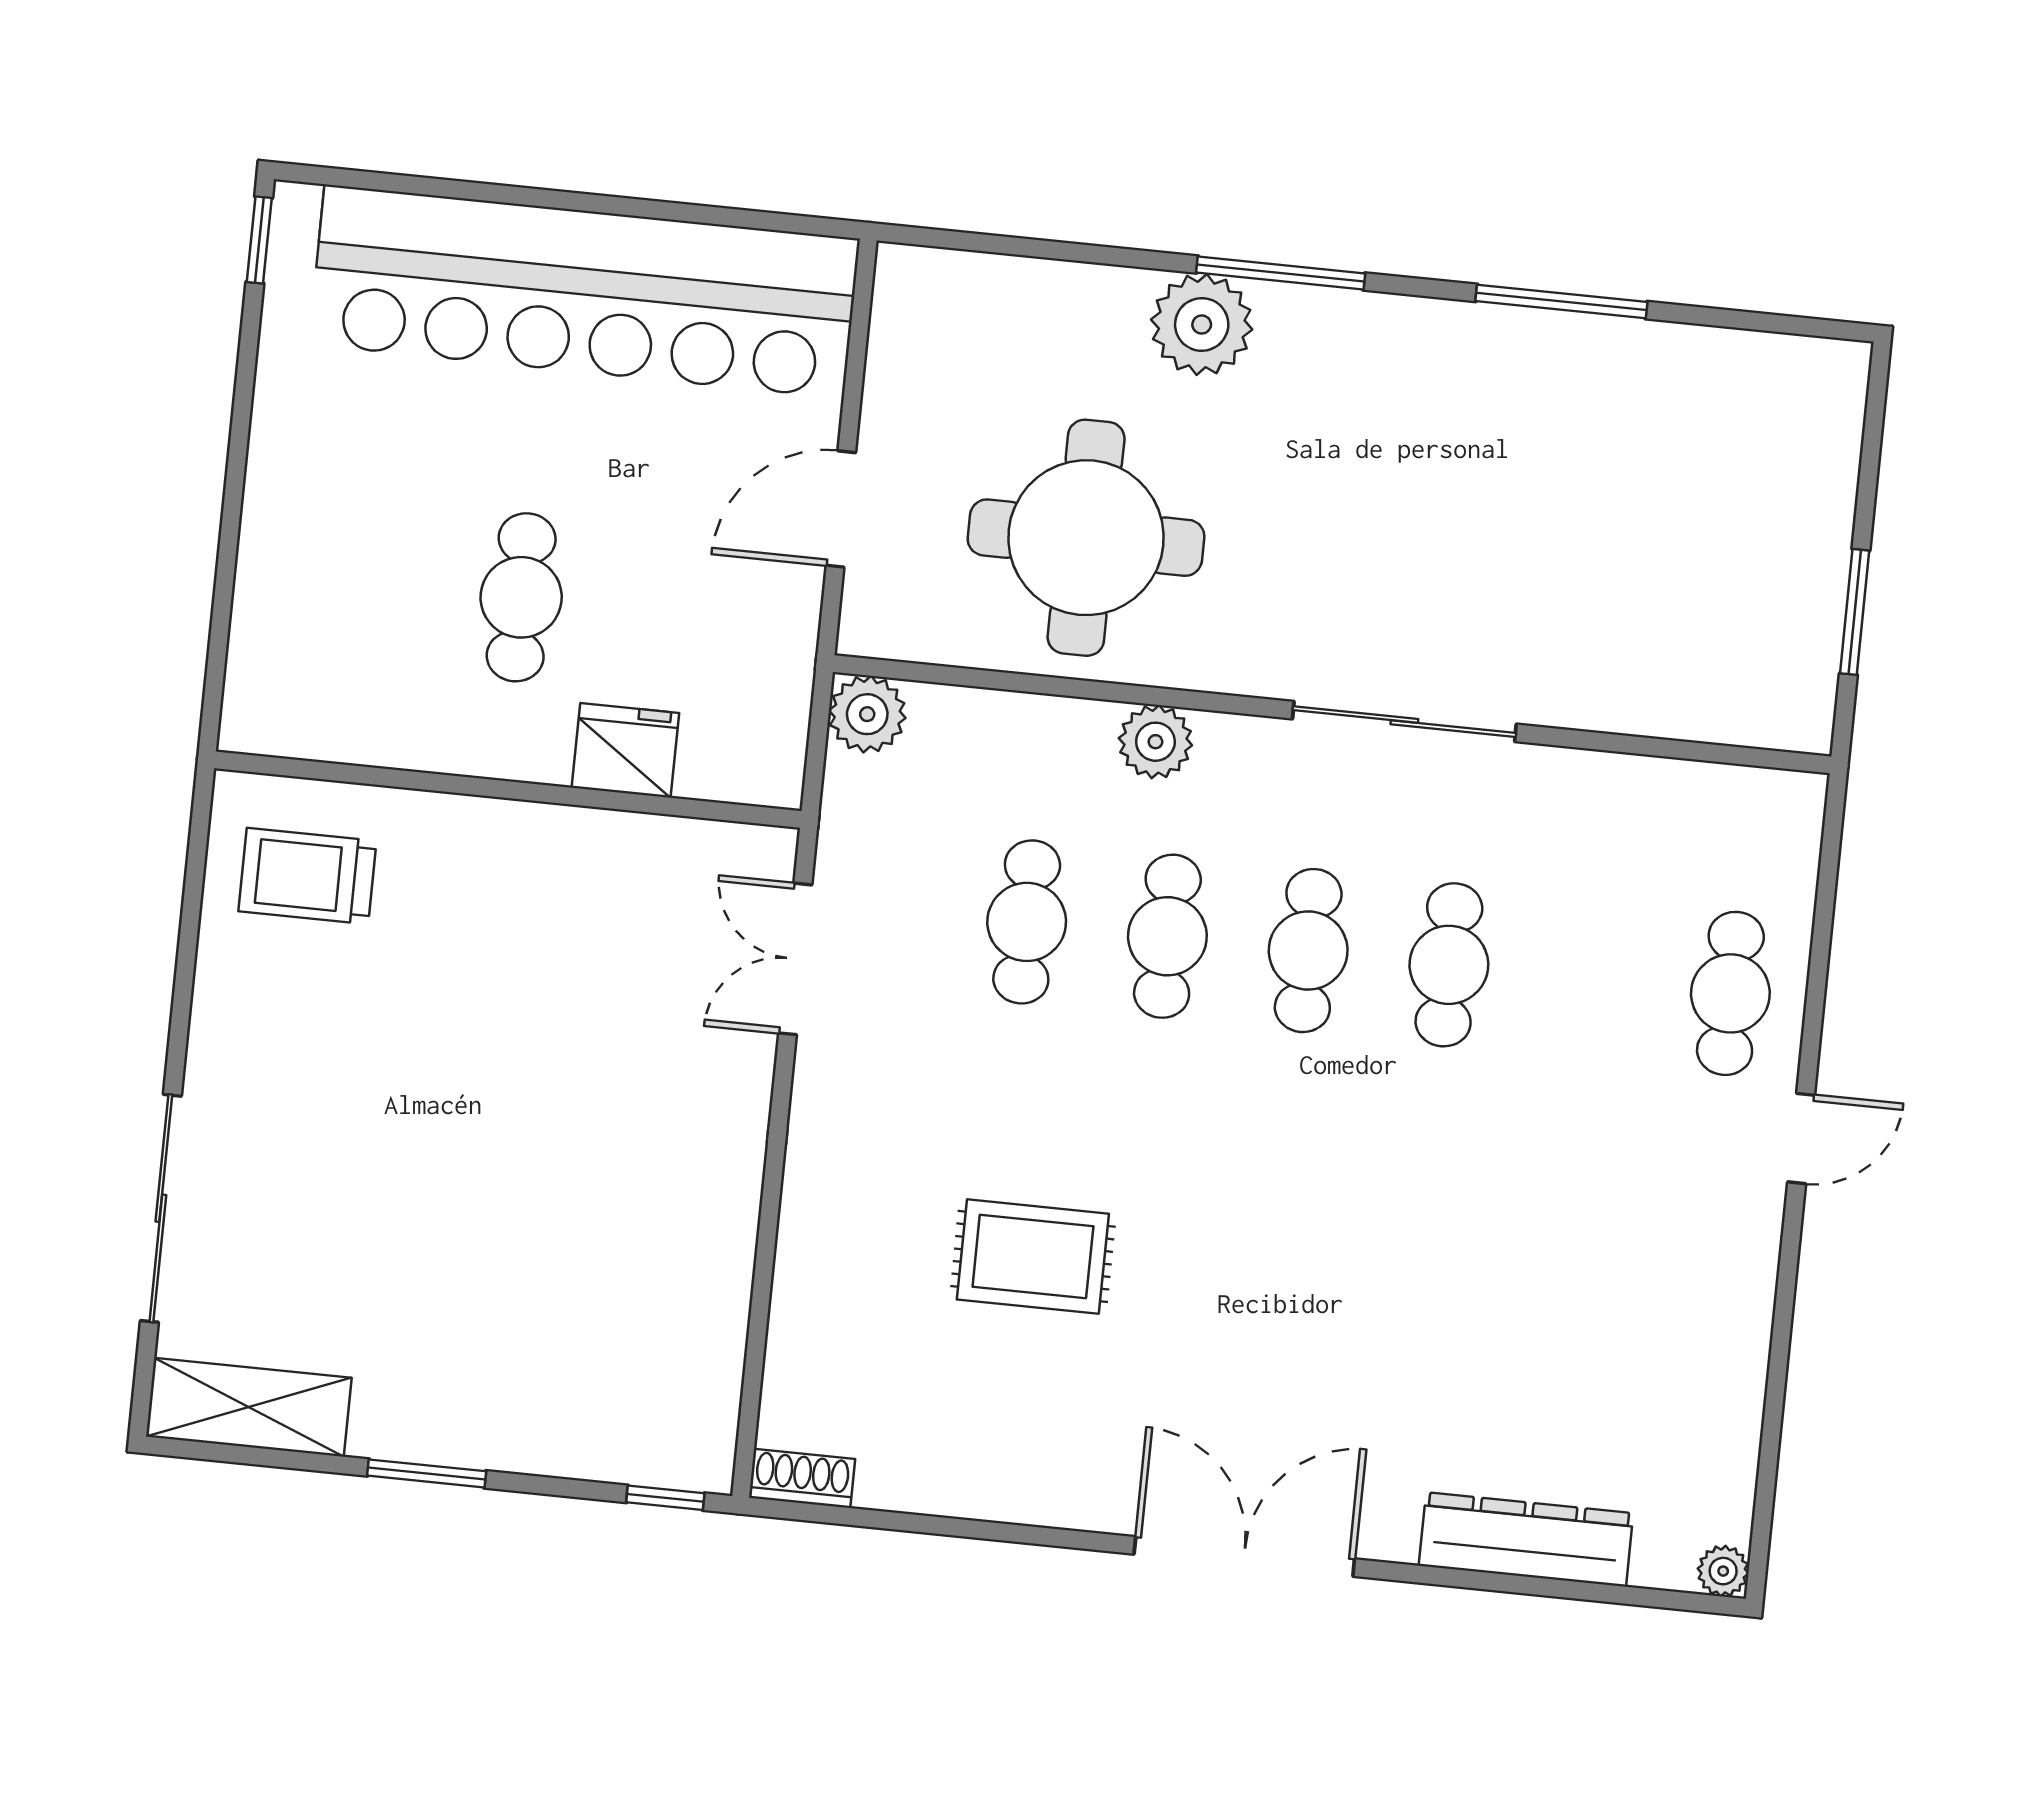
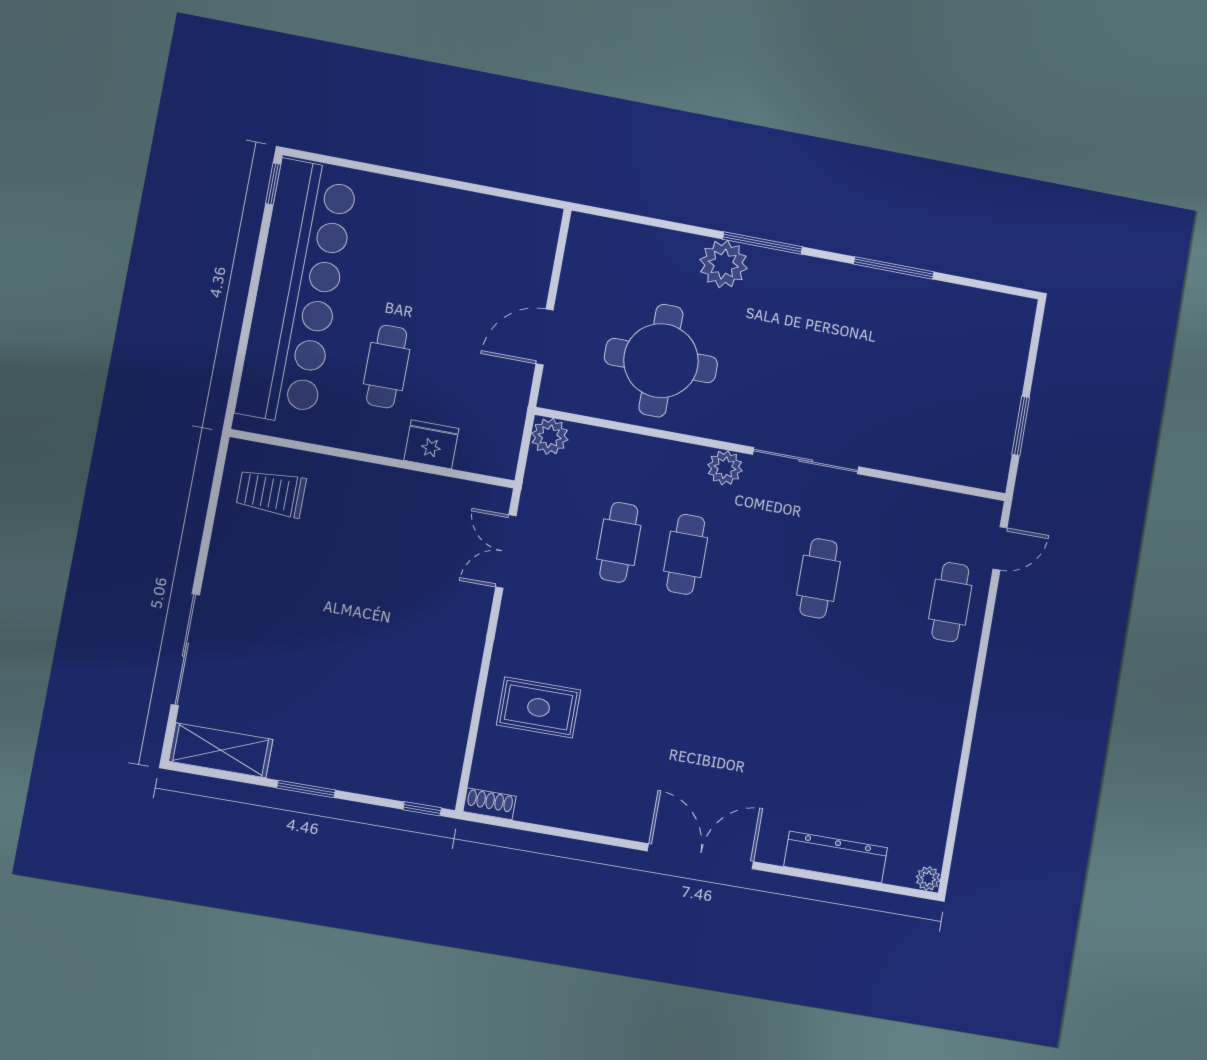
bar counter: (584, 291) -> (297, 292), moved, turned -90
plant: (1155, 742) -> (725, 468), moved
cafe table: (1308, 951) -> (752, 566), removed
door: (1801, 1139) -> (1000, 548), moved
rug: (1033, 1257) -> (539, 707), moved

